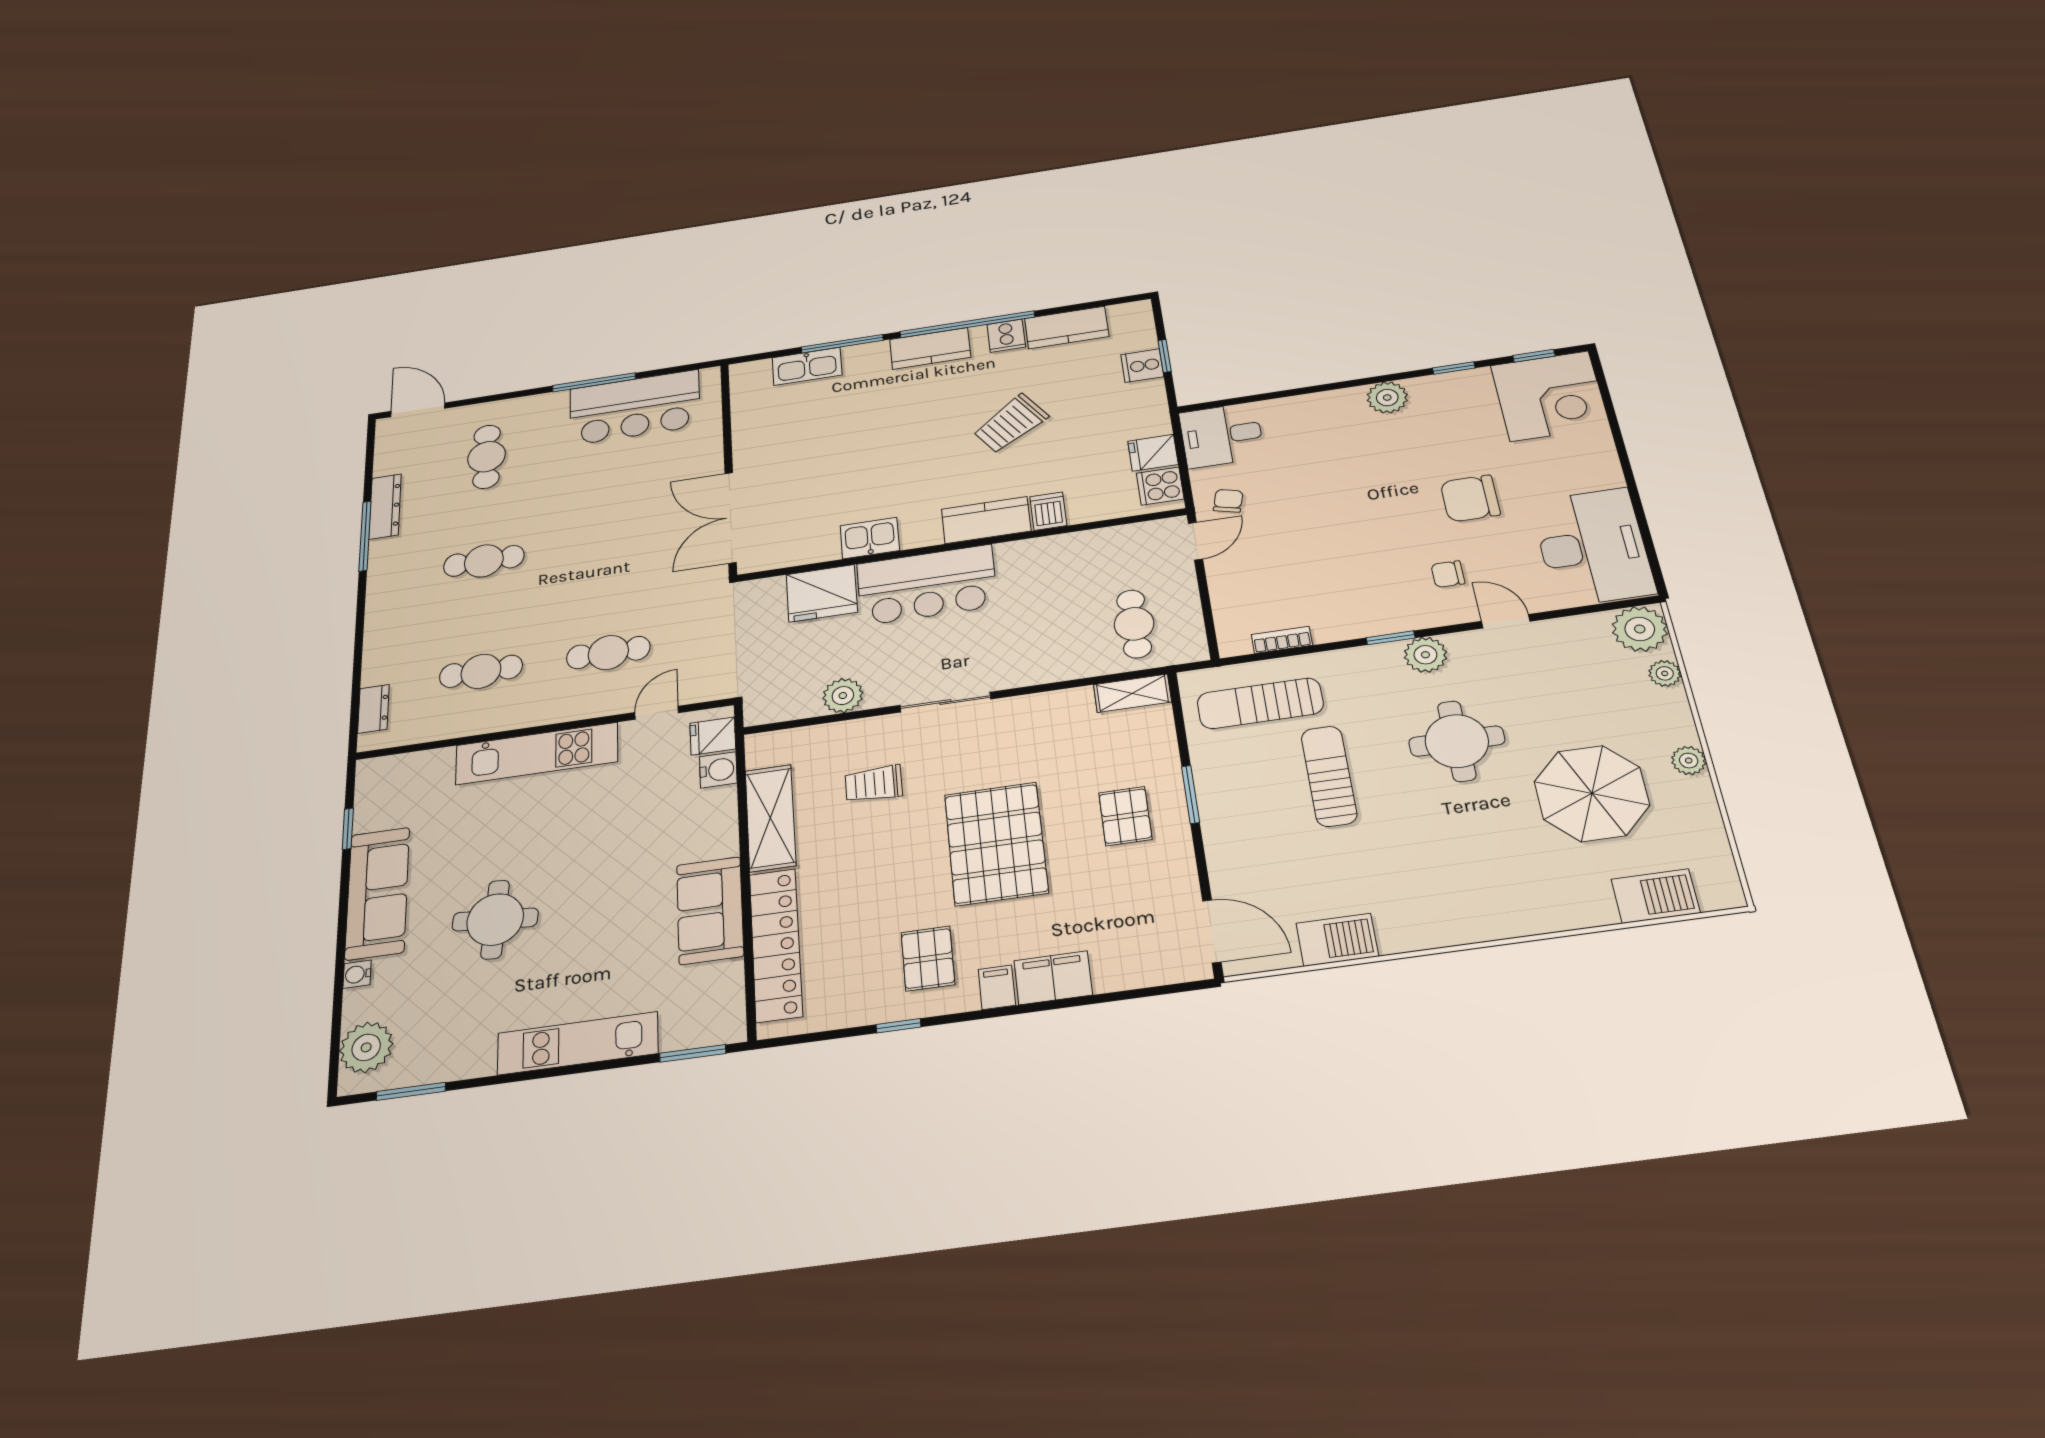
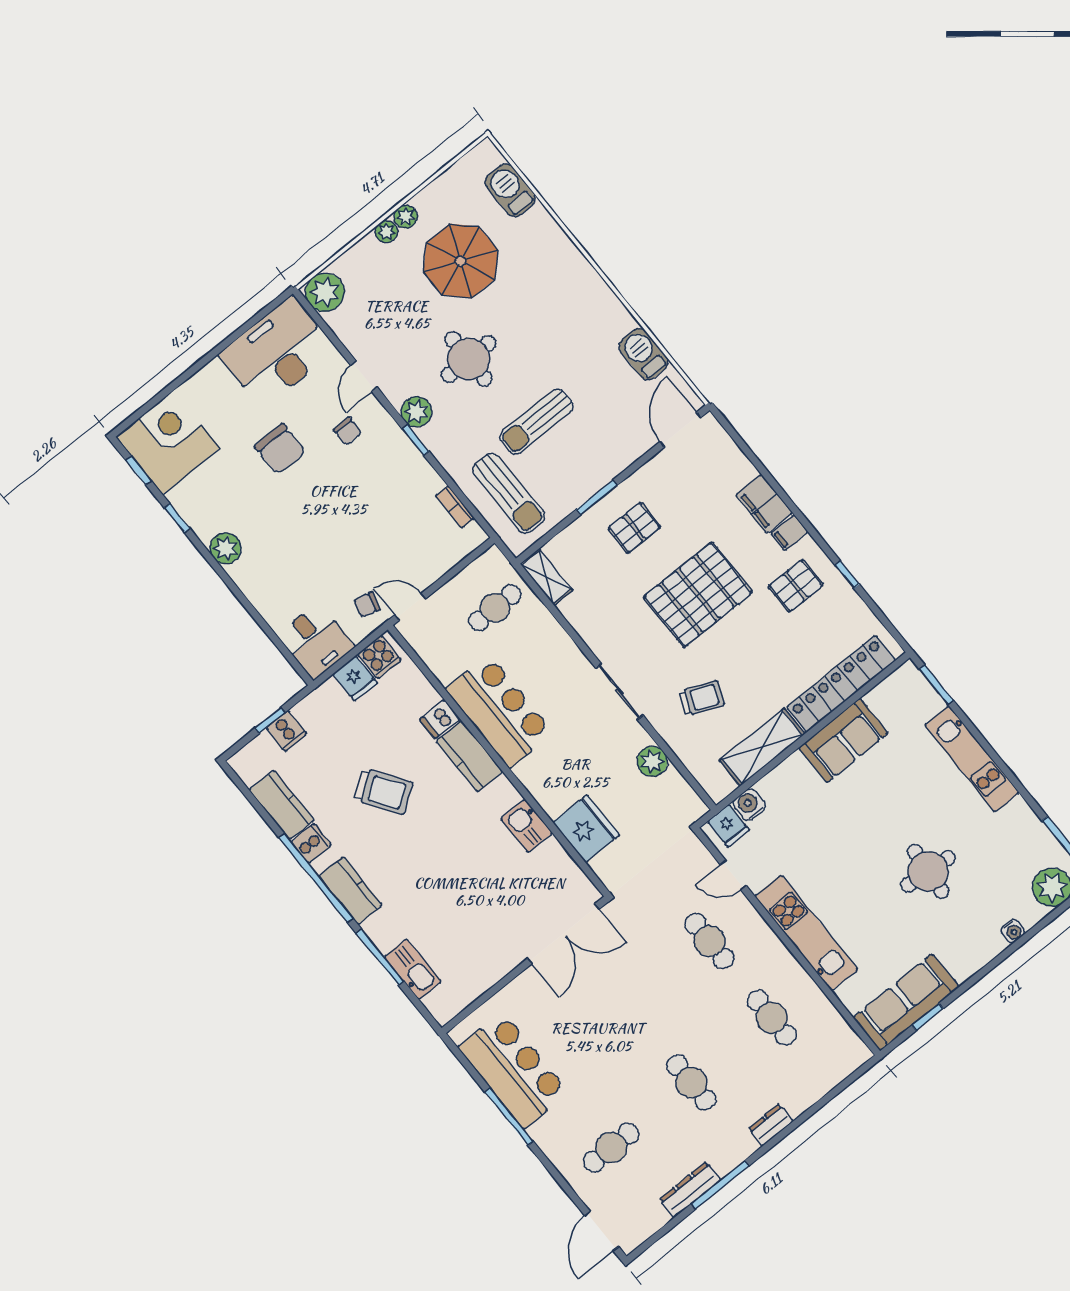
bar counter: (927, 585) -> (499, 711), moved
plant: (1665, 673) -> (386, 232), moved
dresser: (373, 709) -> (771, 1125), moved
trolley: (874, 784) -> (702, 698), turned -67
sofa: (377, 893) -> (906, 1002), moved

